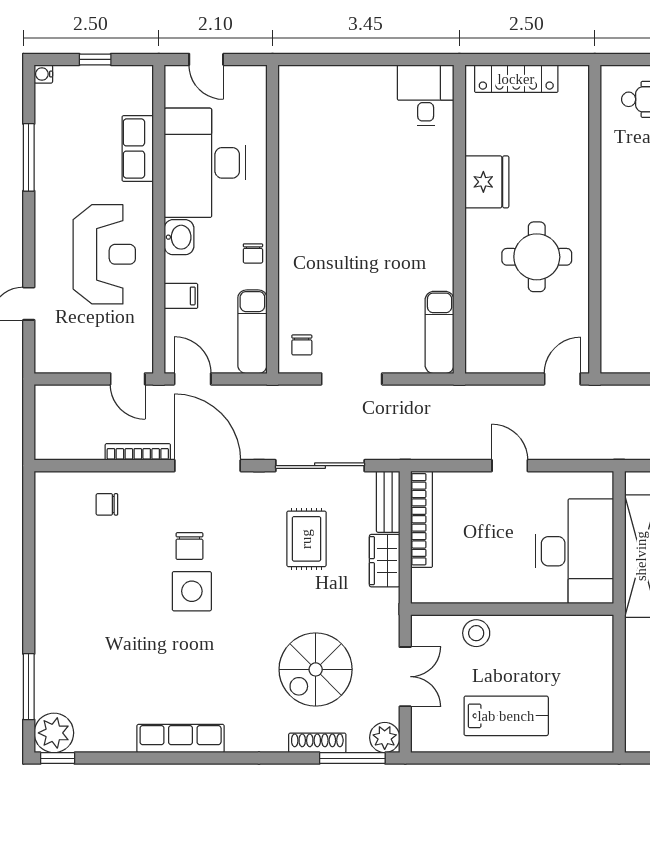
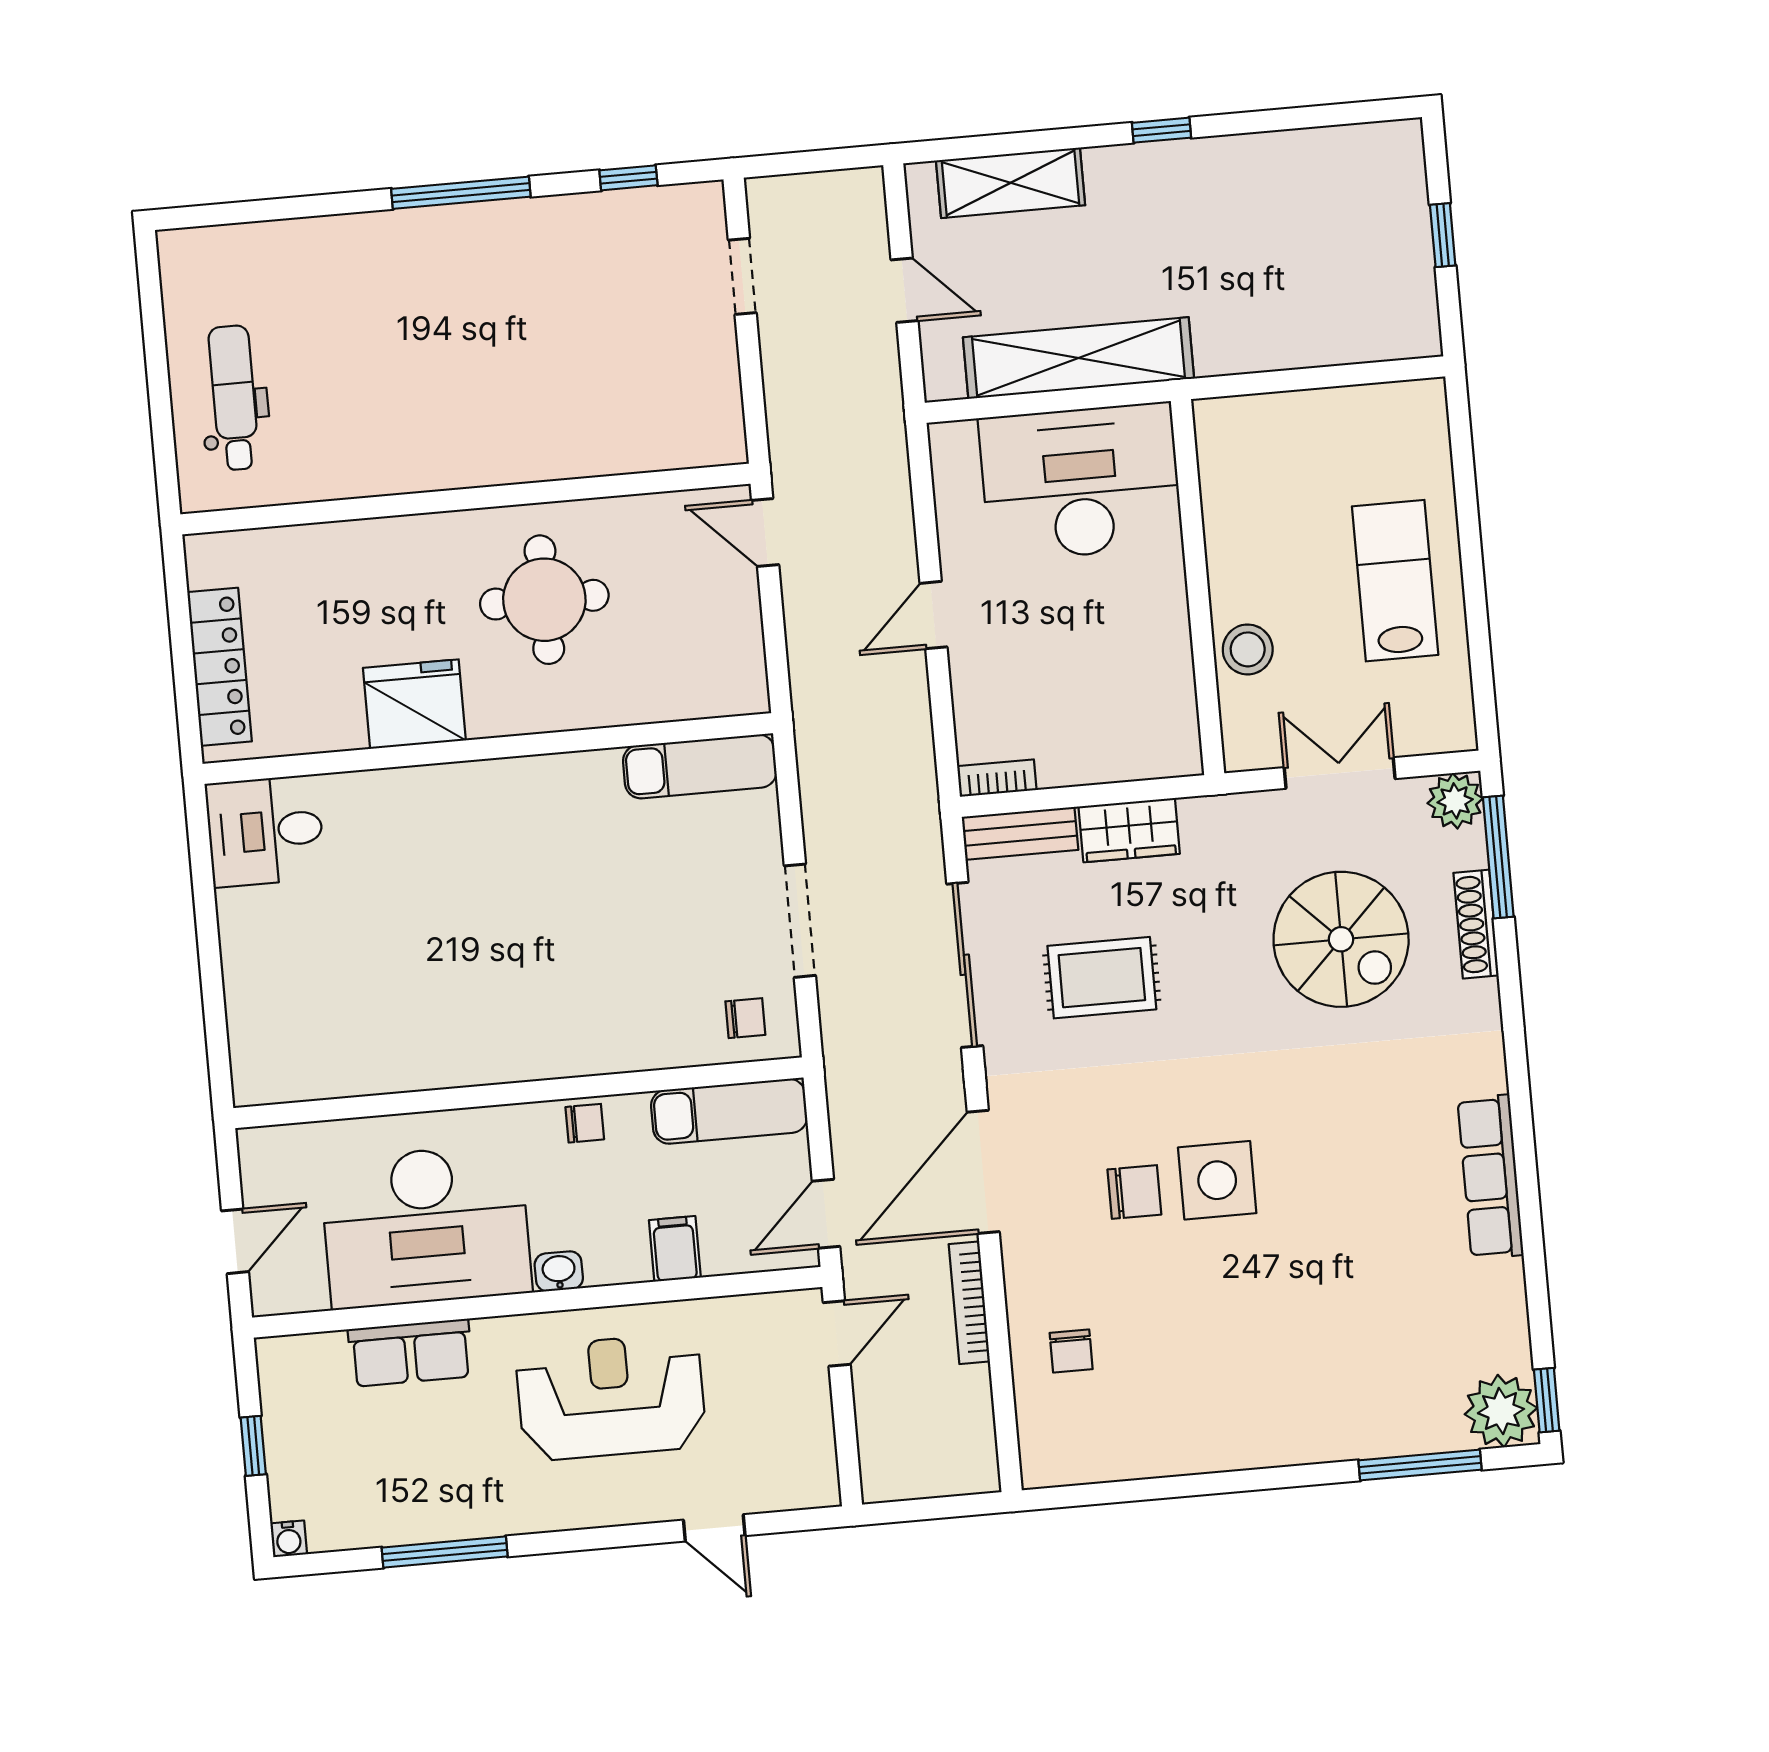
washbasin: (179, 237) -> (559, 1271), width x0.72, depth x0.69
bookcase: (422, 519) -> (997, 778), width x0.43, depth x0.76

